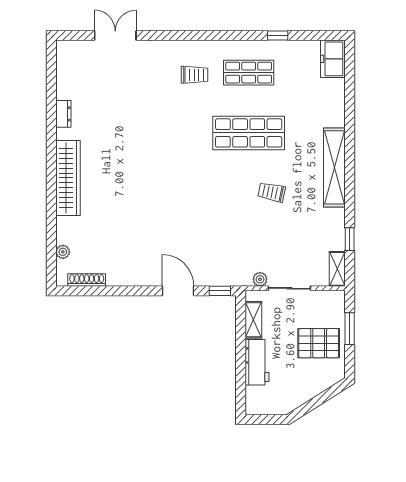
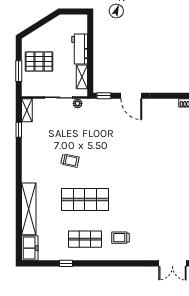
shelving: (334, 167) -> (29, 209), moved

